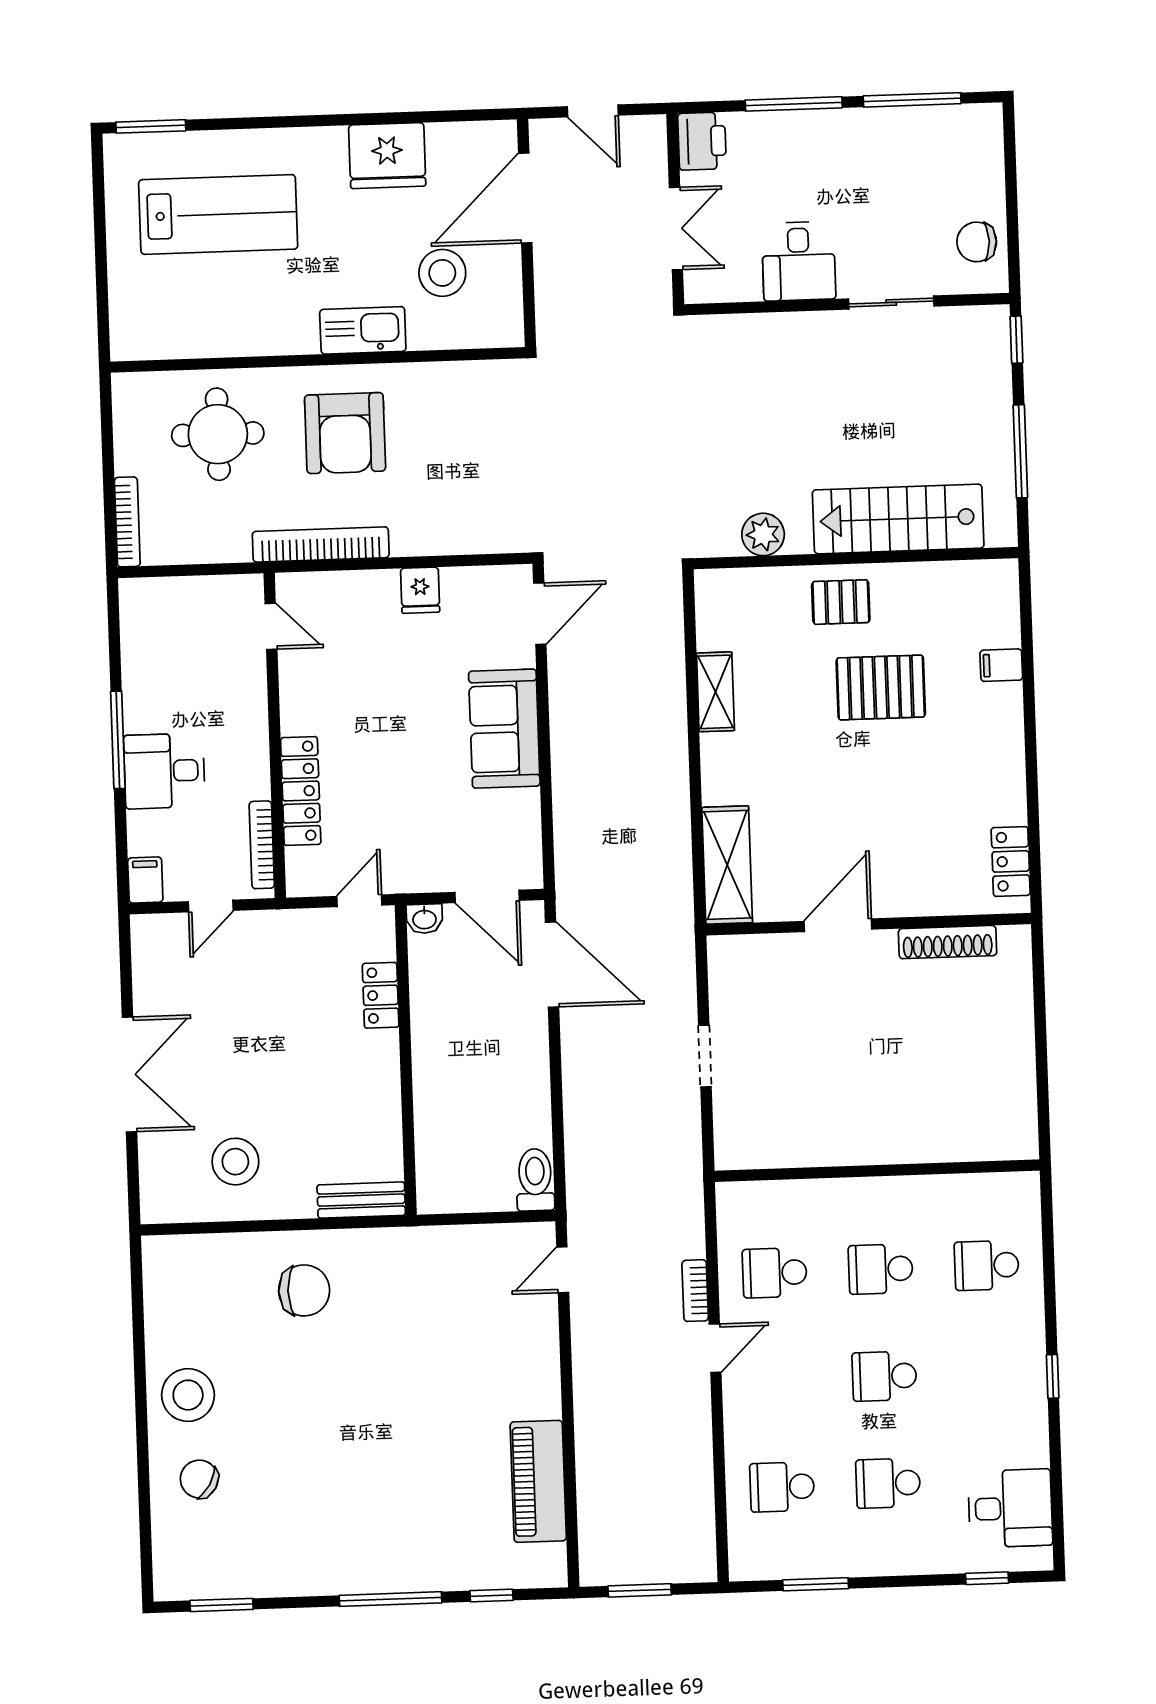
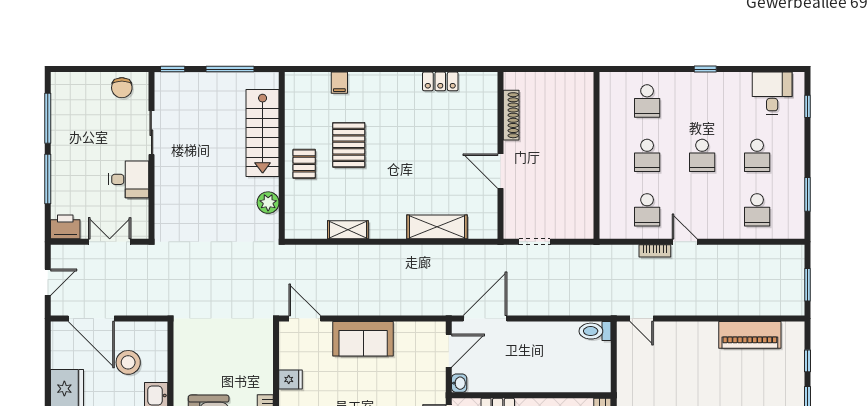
wall: (869, 924) -> (501, 155), moved
door: (838, 925) -> (501, 171), moved
shoe rack: (948, 942) -> (511, 115), moved

